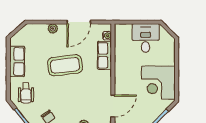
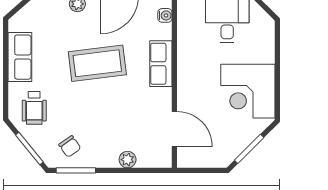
row of seats: (104, 55) -> (161, 64), moved
door: (113, 106) -> (174, 129), hinge flipped

